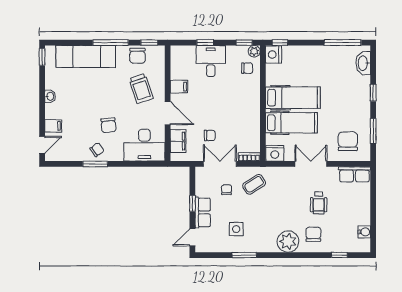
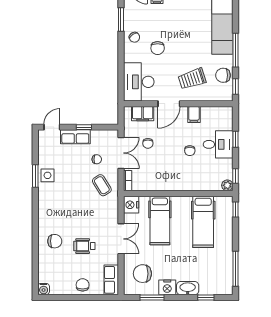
nightstand: (273, 55) -> (167, 287), moved, turned 180
washbasin: (363, 63) -> (188, 288), moved
chair: (247, 68) -> (190, 151), moved
window: (373, 93) -> (206, 297), moved
hospital bed: (293, 98) -> (203, 222), moved
chair: (109, 125) -> (158, 48), turned -85
chair: (348, 141) -> (142, 274), turned 180
window: (95, 164) -> (121, 20), moved
chair: (360, 205) -> (83, 285), added
side table: (236, 229) -> (48, 175), moved
water cooler: (364, 232) -> (44, 289), moved
door: (192, 237) -> (52, 127), hinge flipped
plant: (288, 242) -> (48, 217), removed
window: (339, 255) -> (35, 266), removed

